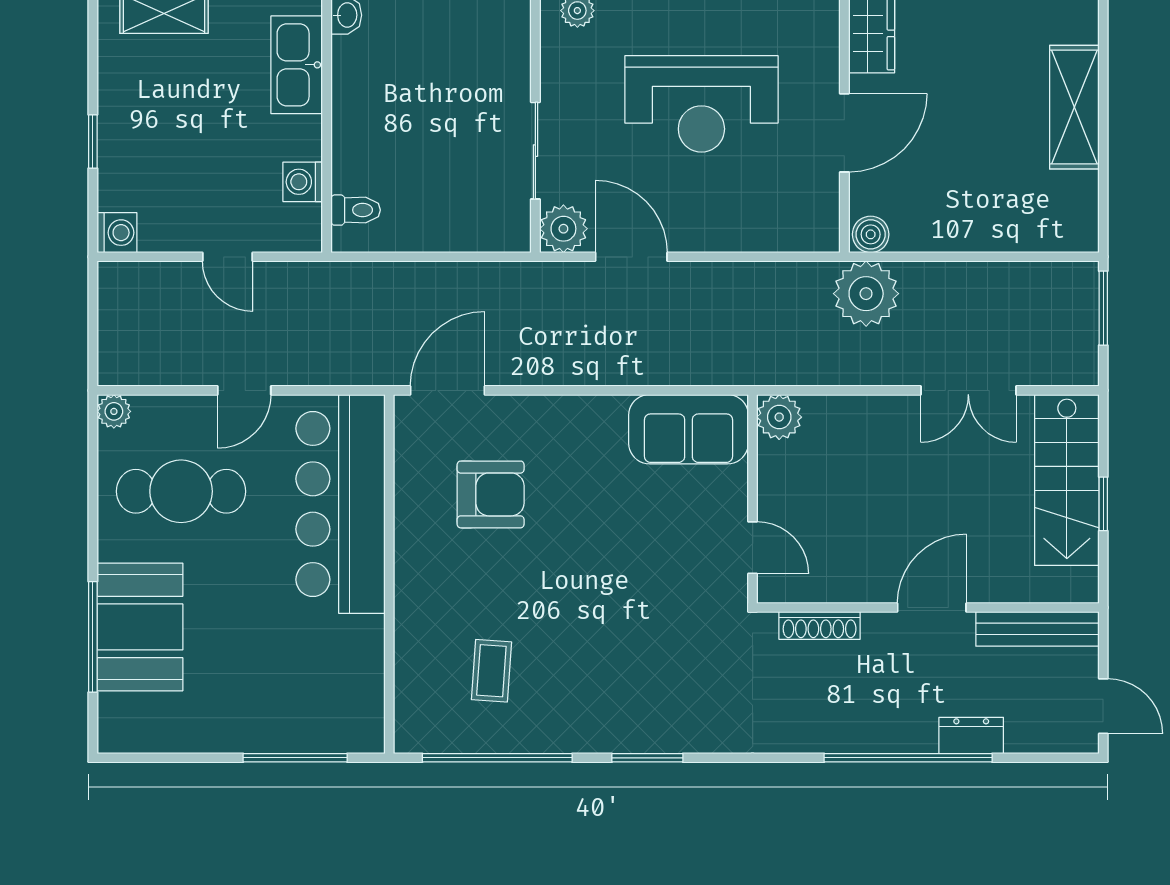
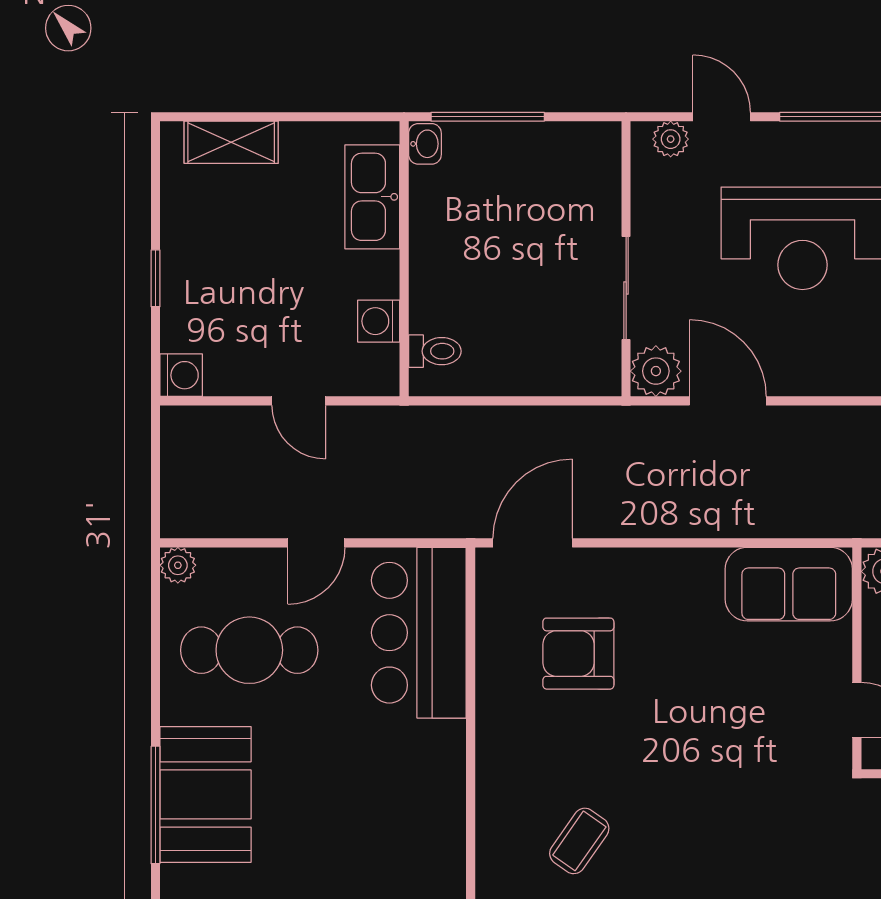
armchair: (491, 494) -> (578, 654), turned 180
bar counter: (341, 504) -> (419, 633), width x0.73
coffee table: (491, 671) -> (579, 841), turned 31

